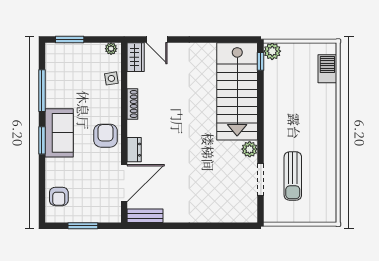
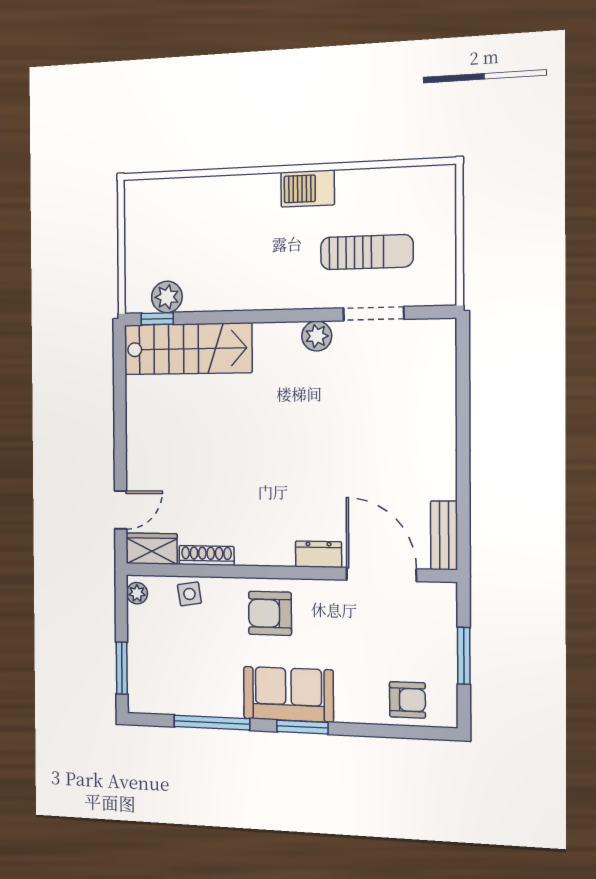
plant: (272, 51) -> (167, 297), moved
barbecue: (327, 69) -> (308, 188), moved
stairs: (237, 91) -> (188, 349), width x0.73, depth x0.66
shoe rack: (132, 104) -> (207, 555), moved
armchair: (106, 136) -> (270, 613), moved

